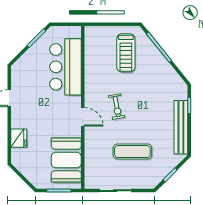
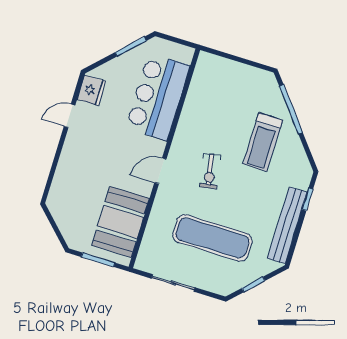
treadmill: (126, 53) -> (263, 142), moved
door: (83, 117) -> (160, 171), swing flipped
fridge: (19, 138) -> (91, 90), moved
exercise mat: (132, 152) -> (212, 238), width x1.36, depth x1.45

